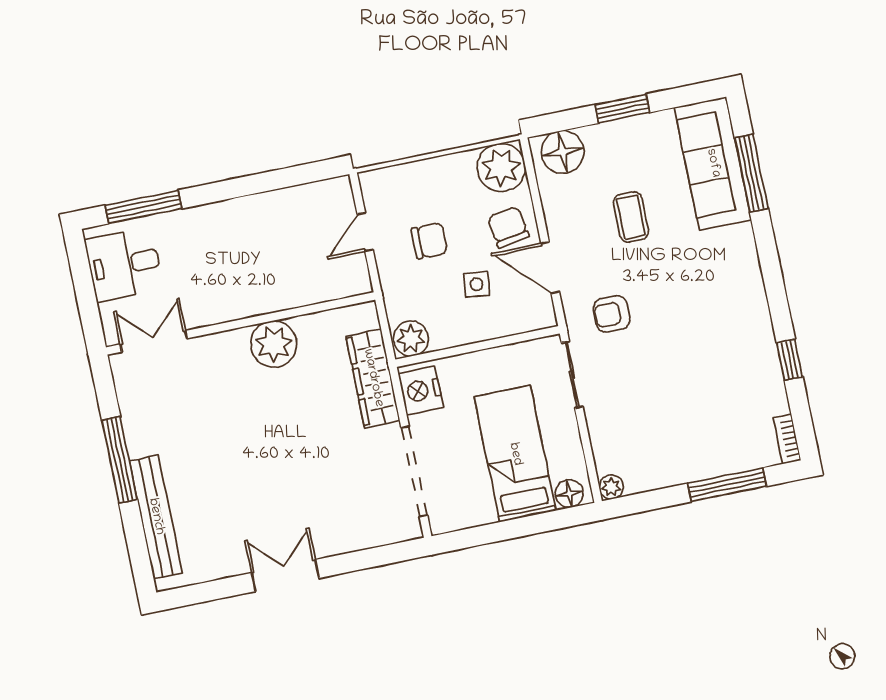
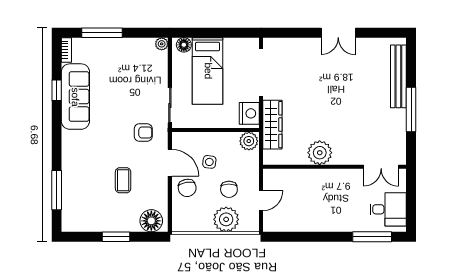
sofa: (713, 163) -> (75, 97), moved
plant: (501, 167) -> (226, 219), moved
chair: (429, 241) -> (229, 189), turned -90

